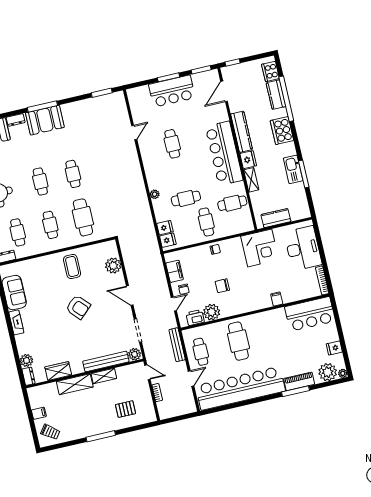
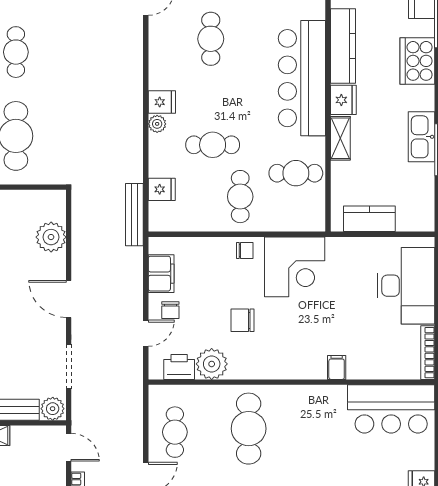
fridge: (168, 240) -> (162, 102), moved
corner desk: (260, 248) -> (295, 267), moved
bench: (177, 345) -> (134, 215), moved

